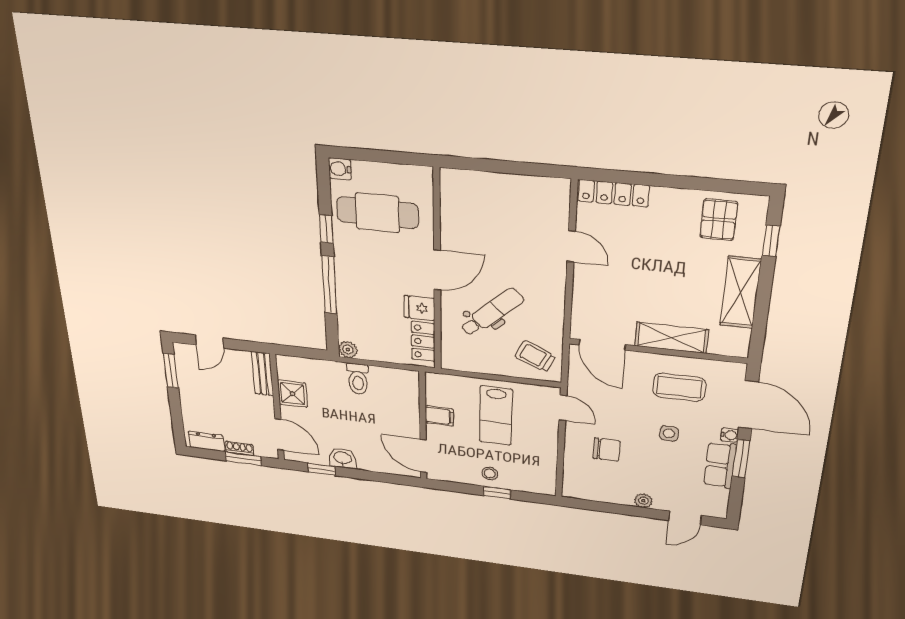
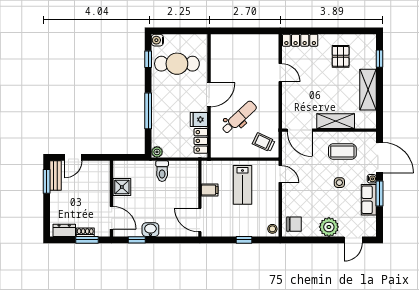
pallet: (719, 220) -> (341, 56), moved
window: (326, 229) -> (148, 59), moved
bench: (263, 374) -> (56, 176), moved
chair: (607, 450) -> (294, 224), moved
stool: (490, 473) -> (272, 229), moved
plant: (643, 501) -> (329, 227), width x1.88, depth x1.88

